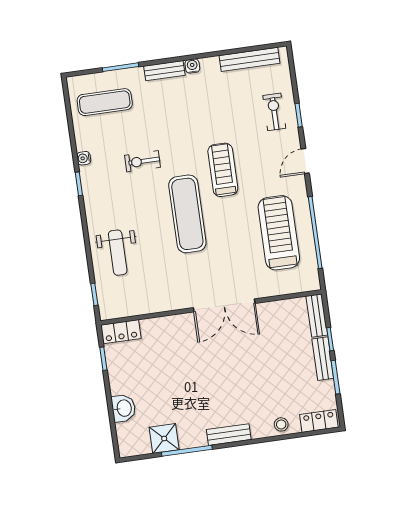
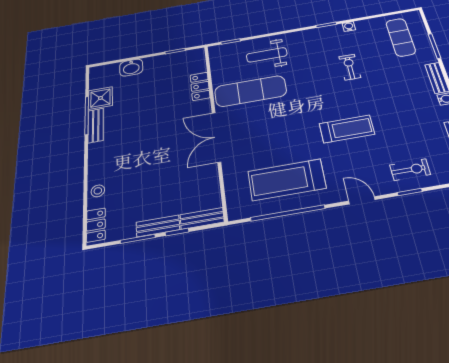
exercise mat: (187, 214) -> (251, 91), moved
treadmill: (279, 233) -> (287, 180), turned 180
locker: (121, 332) -> (200, 86), moved
bench: (229, 435) -> (96, 125), moved

